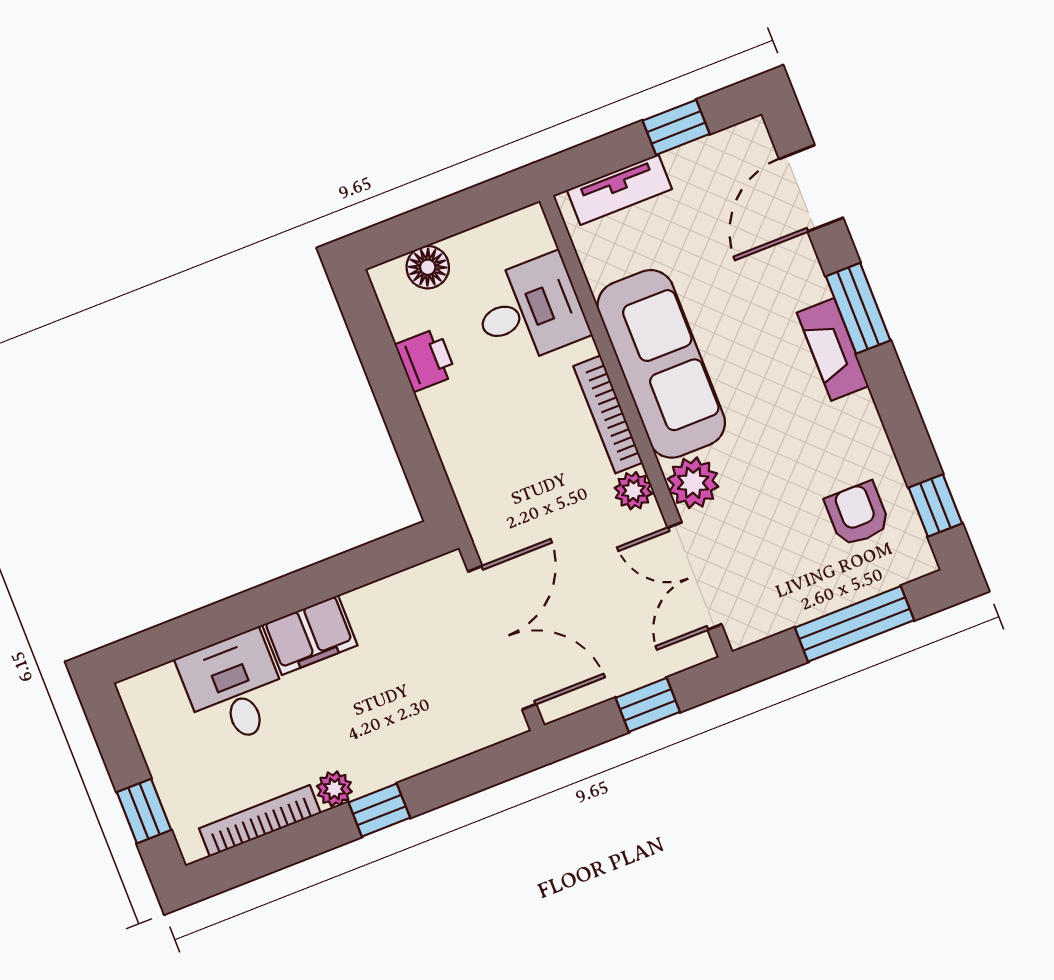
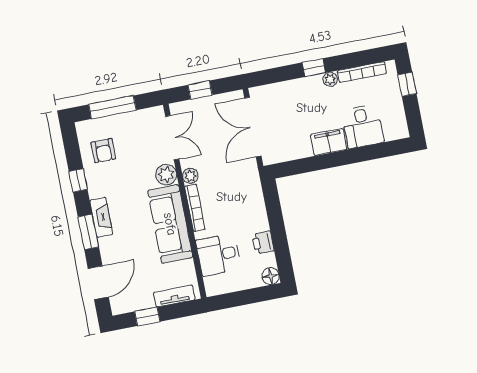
floor lamp: (428, 267) -> (271, 276), moved
window: (935, 506) -> (78, 180), moved

